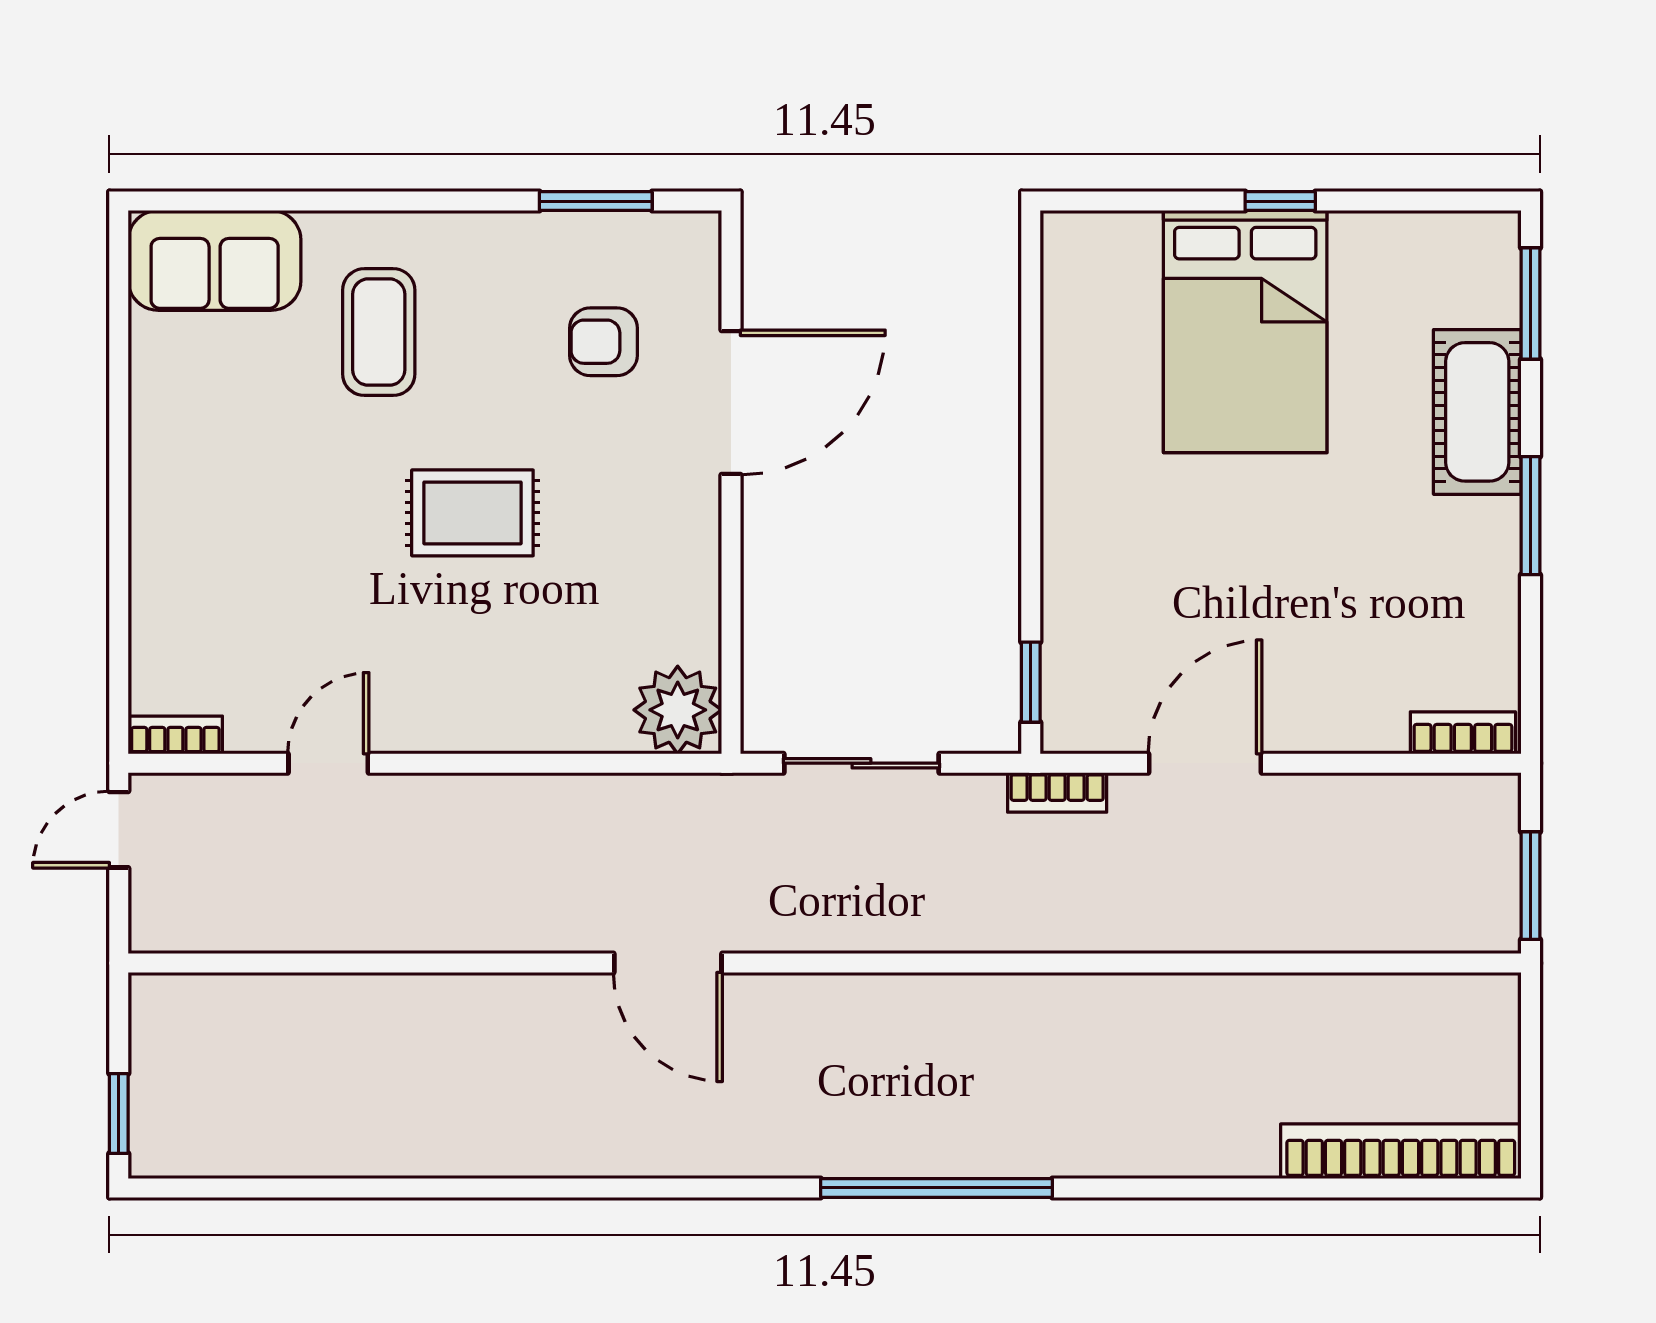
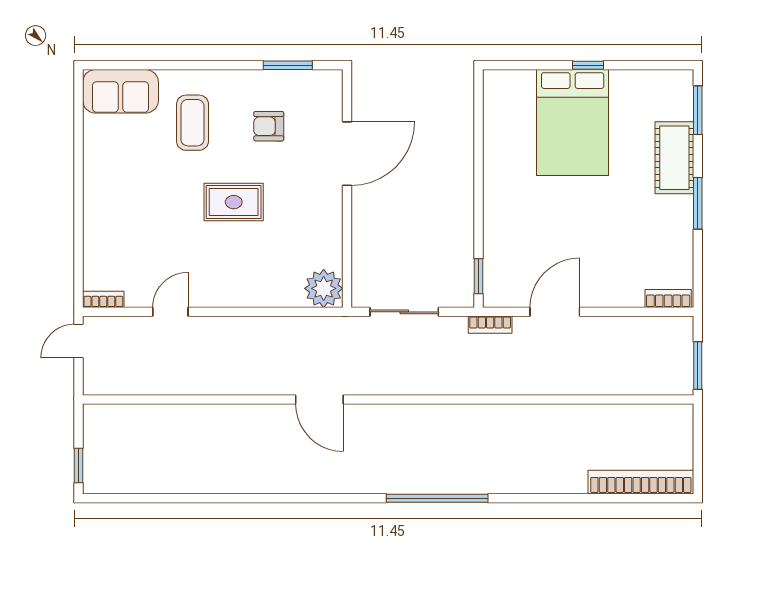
armchair: (604, 342) -> (269, 126), moved

